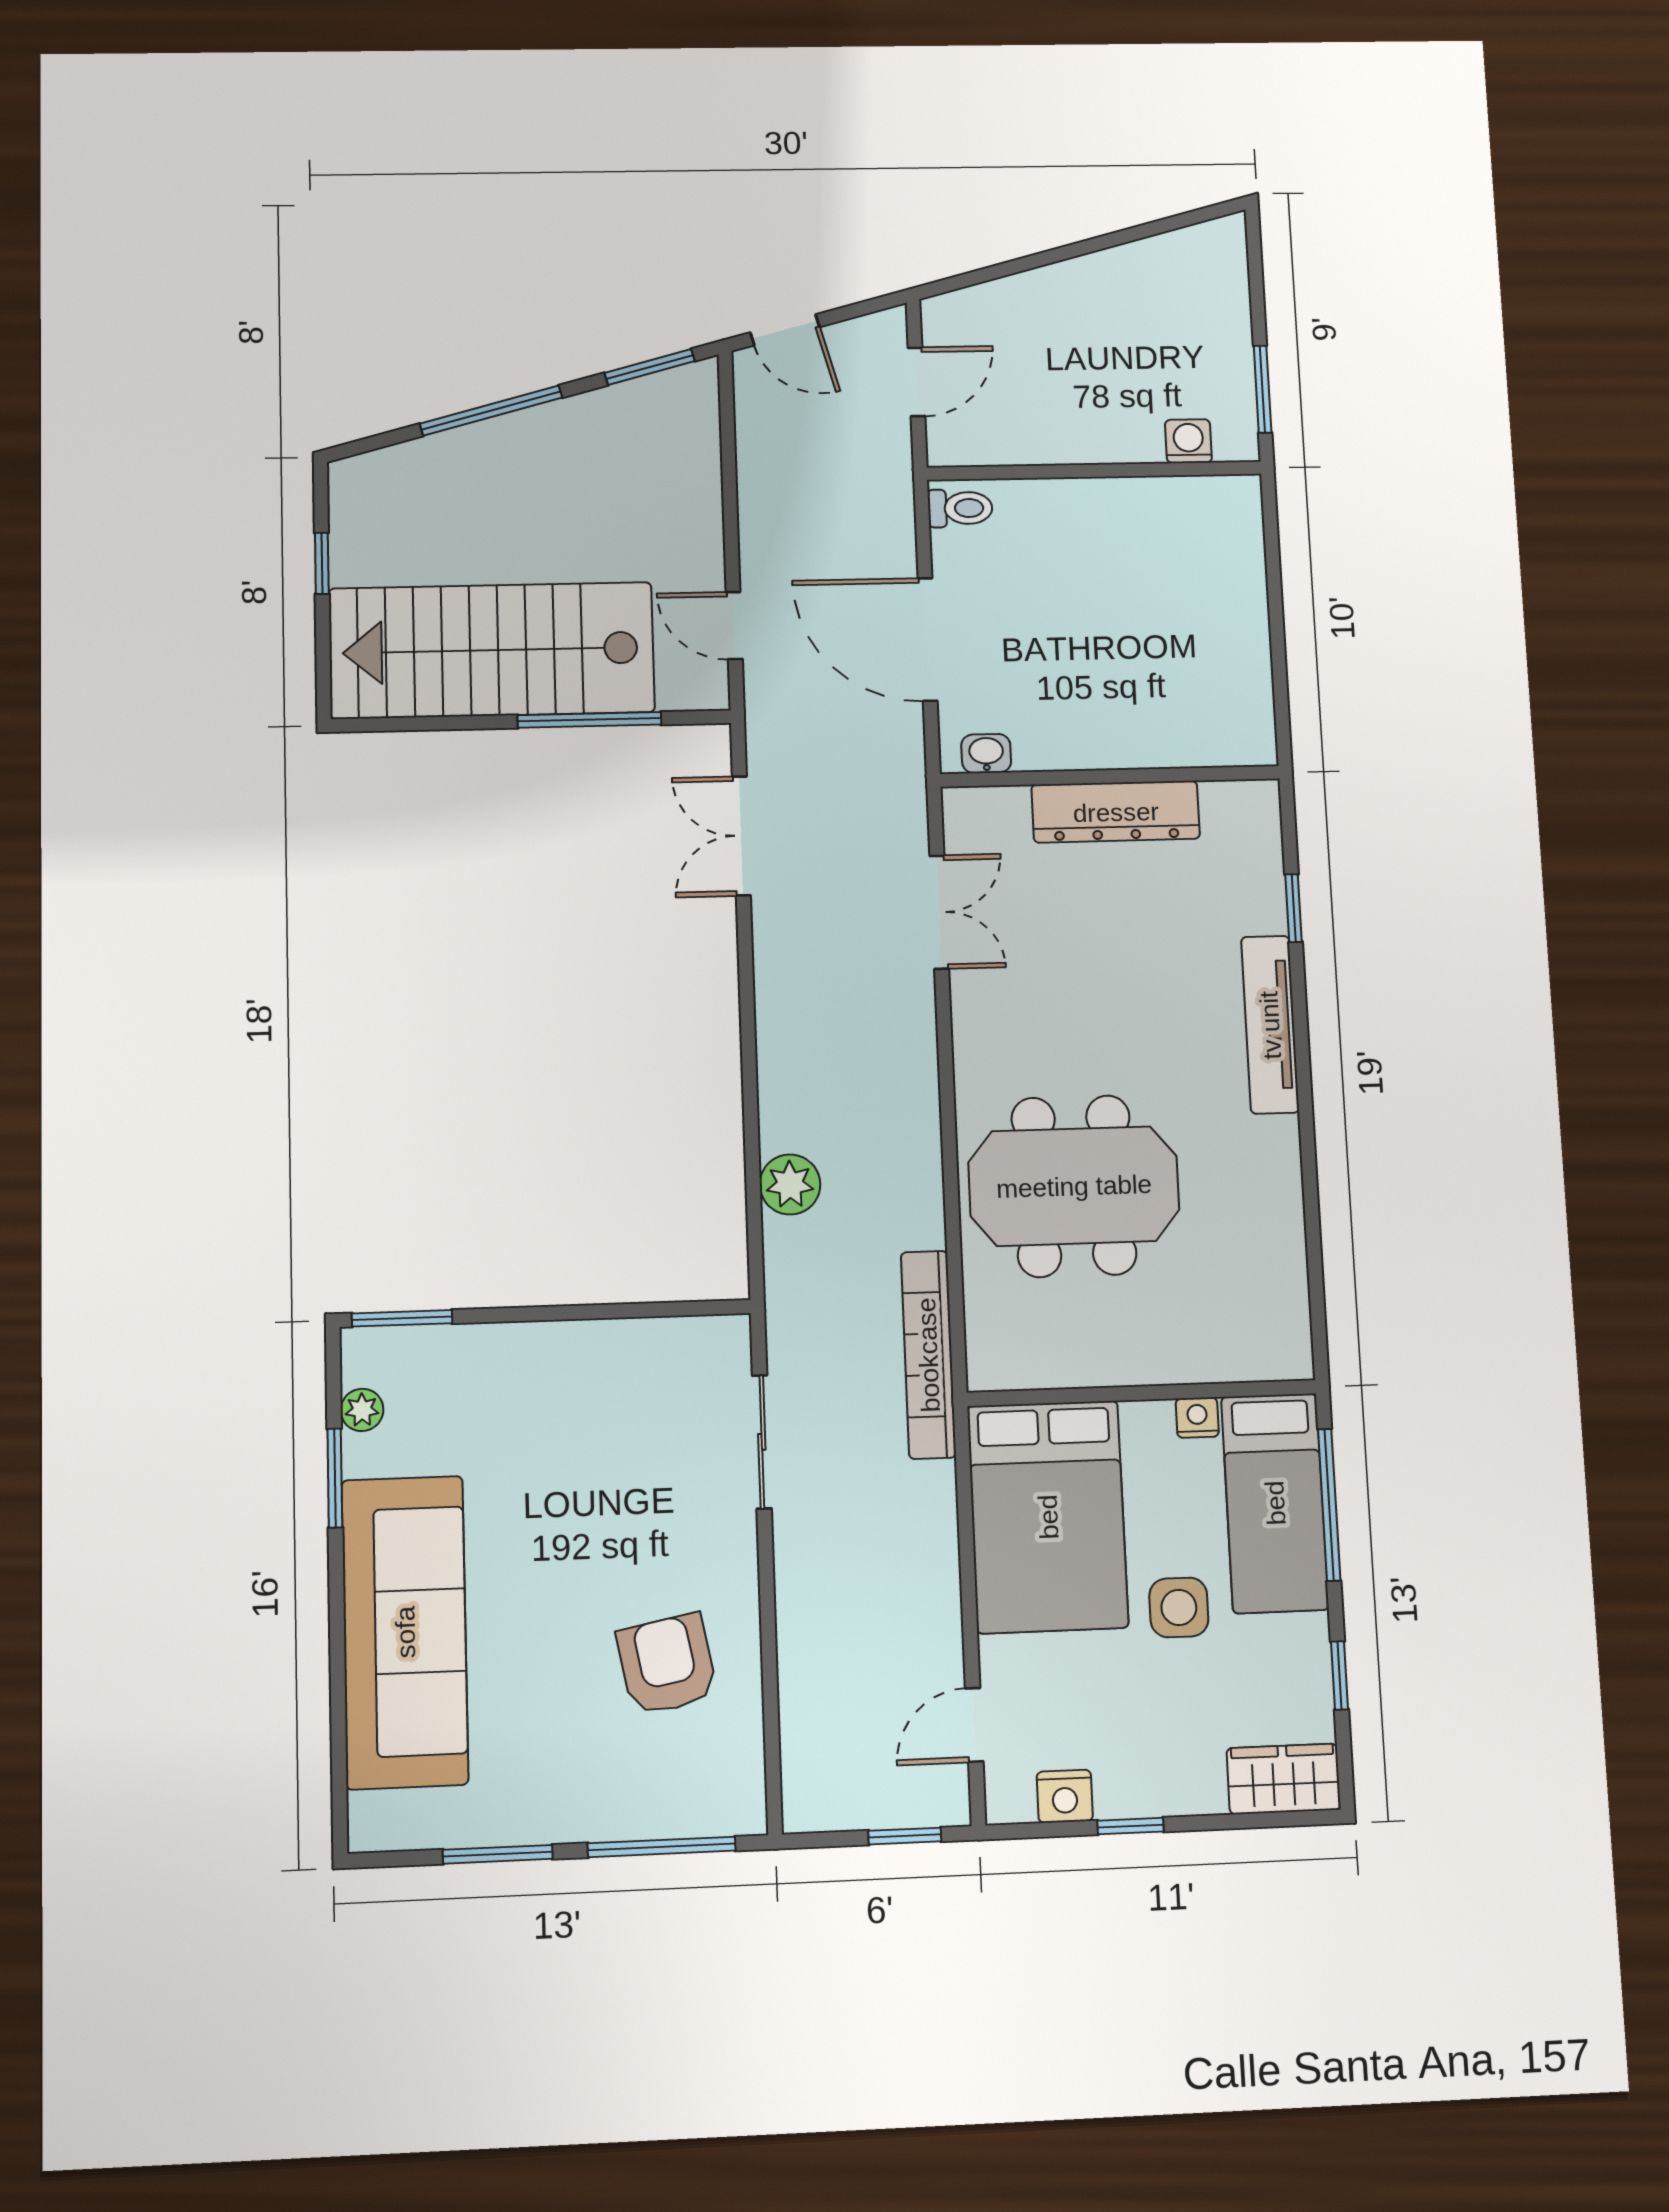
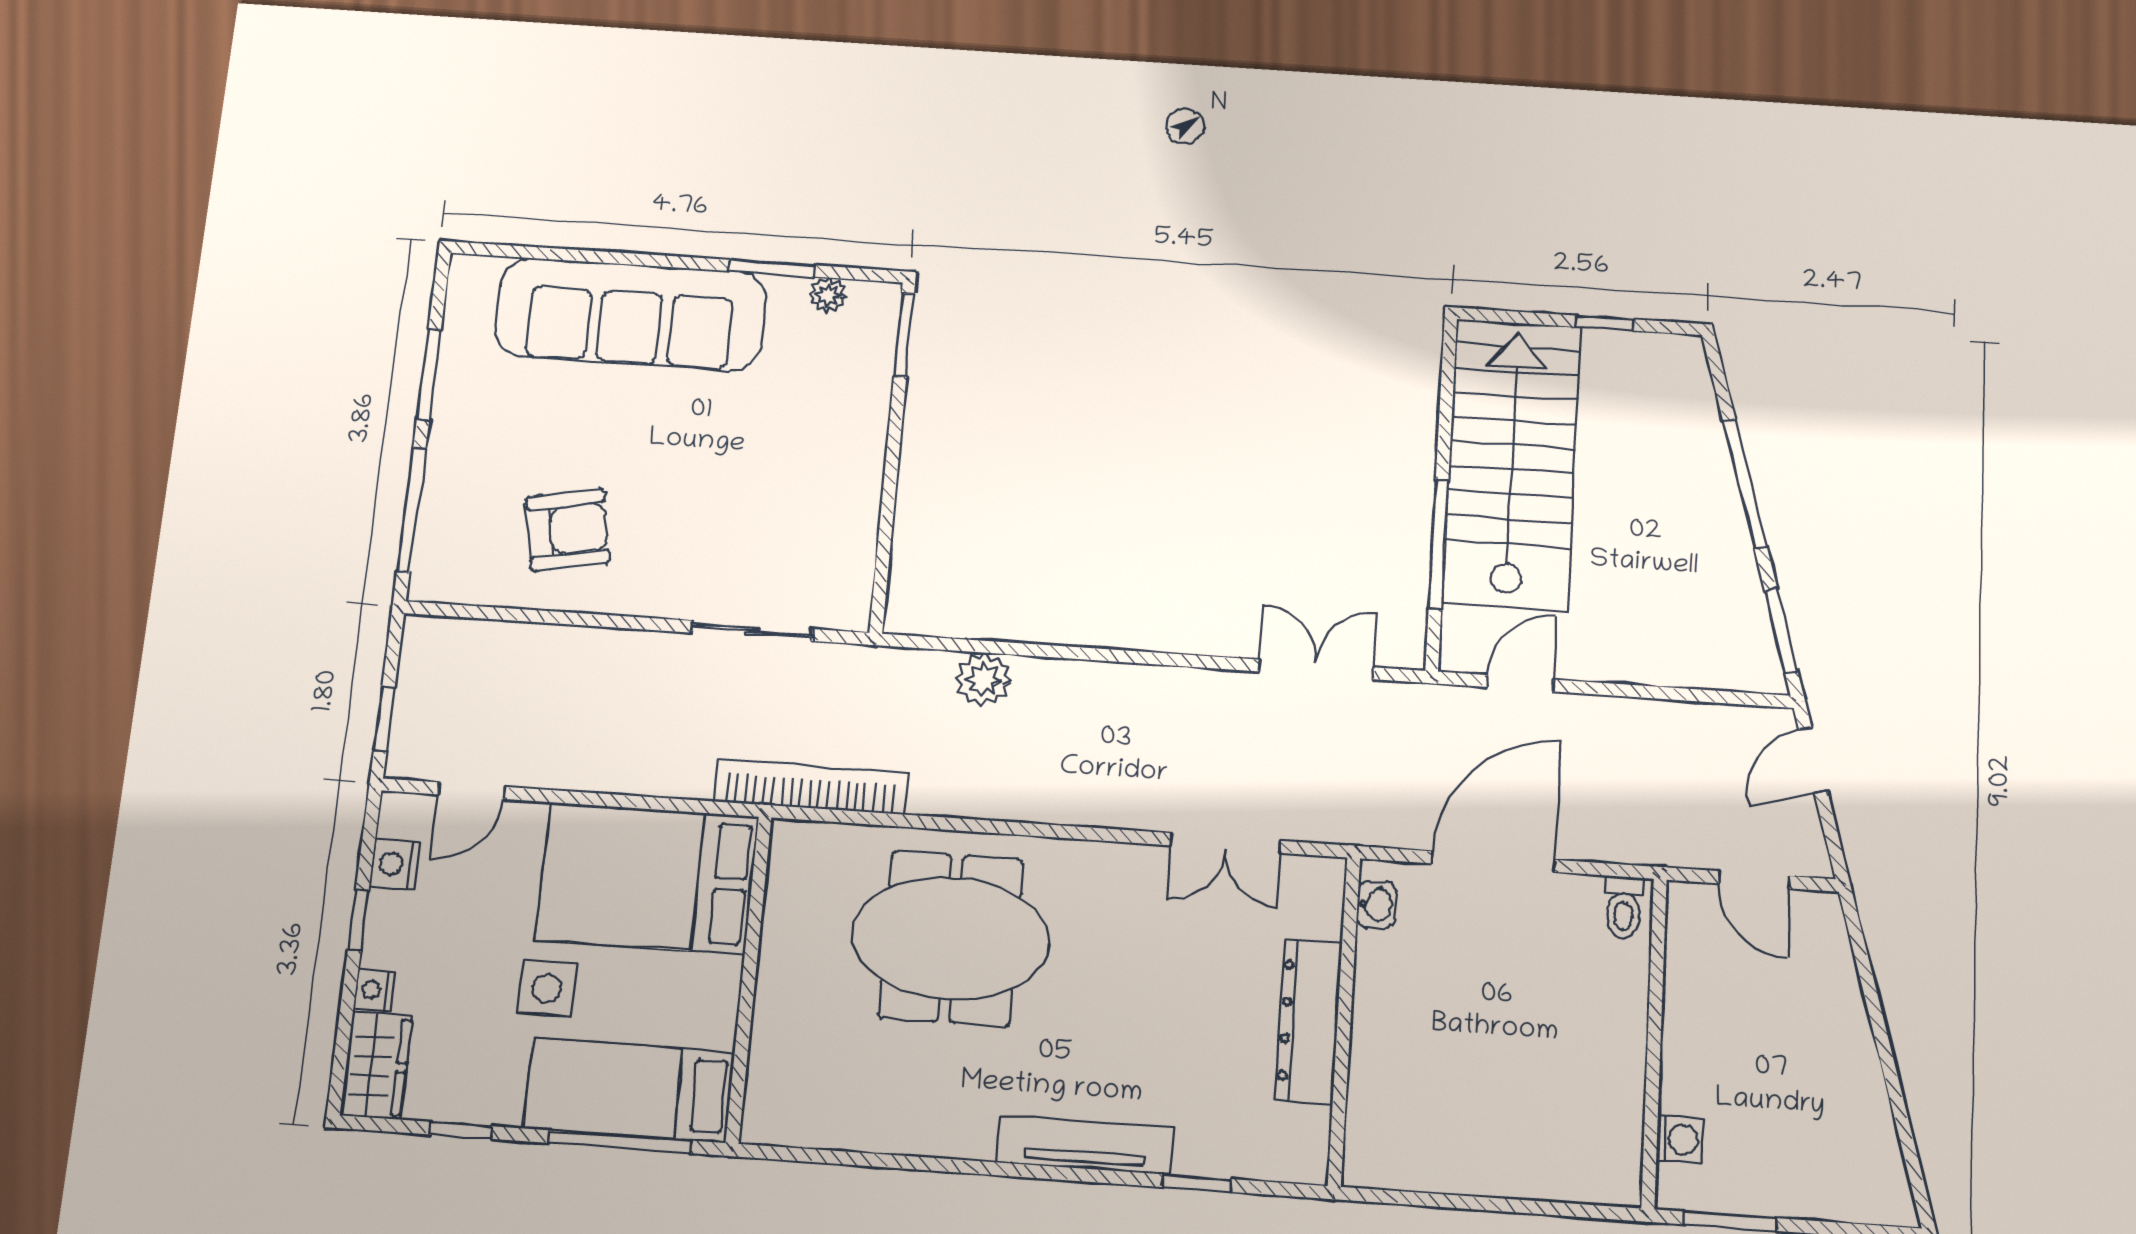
meeting table: (1074, 1186) -> (951, 938), turned 90
nightstand: (1197, 1418) -> (374, 990), moved, turned 180
door: (974, 1725) -> (471, 791), swing flipped

